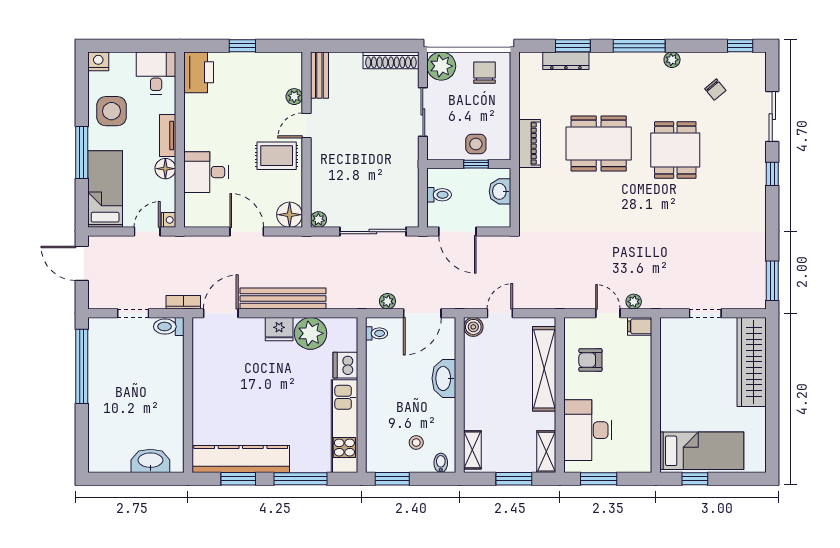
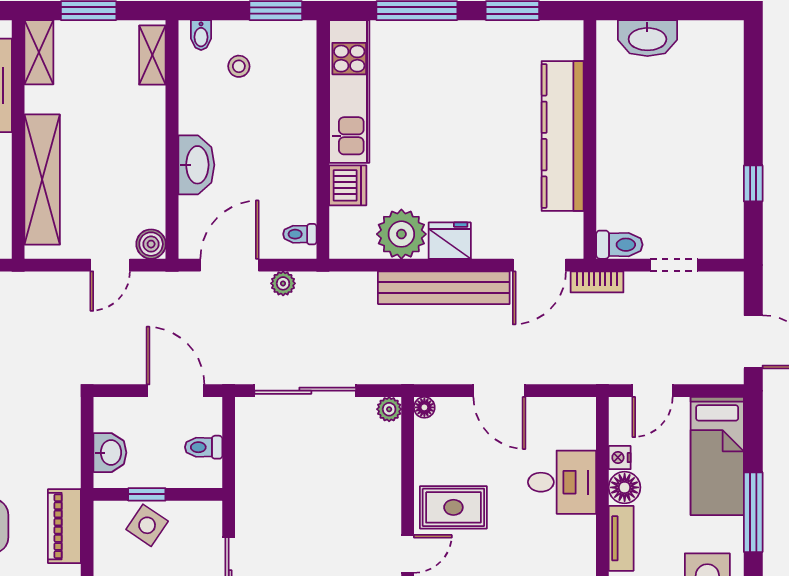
side table: (476, 144) -> (147, 525), turned 34
floor lamp: (290, 215) -> (424, 407), width x0.53, depth x0.53
nightstand: (169, 220) -> (620, 458), moved
window: (82, 366) -> (753, 183), width x0.32
kitchen counter: (241, 459) -> (563, 136), moved, turned 90

